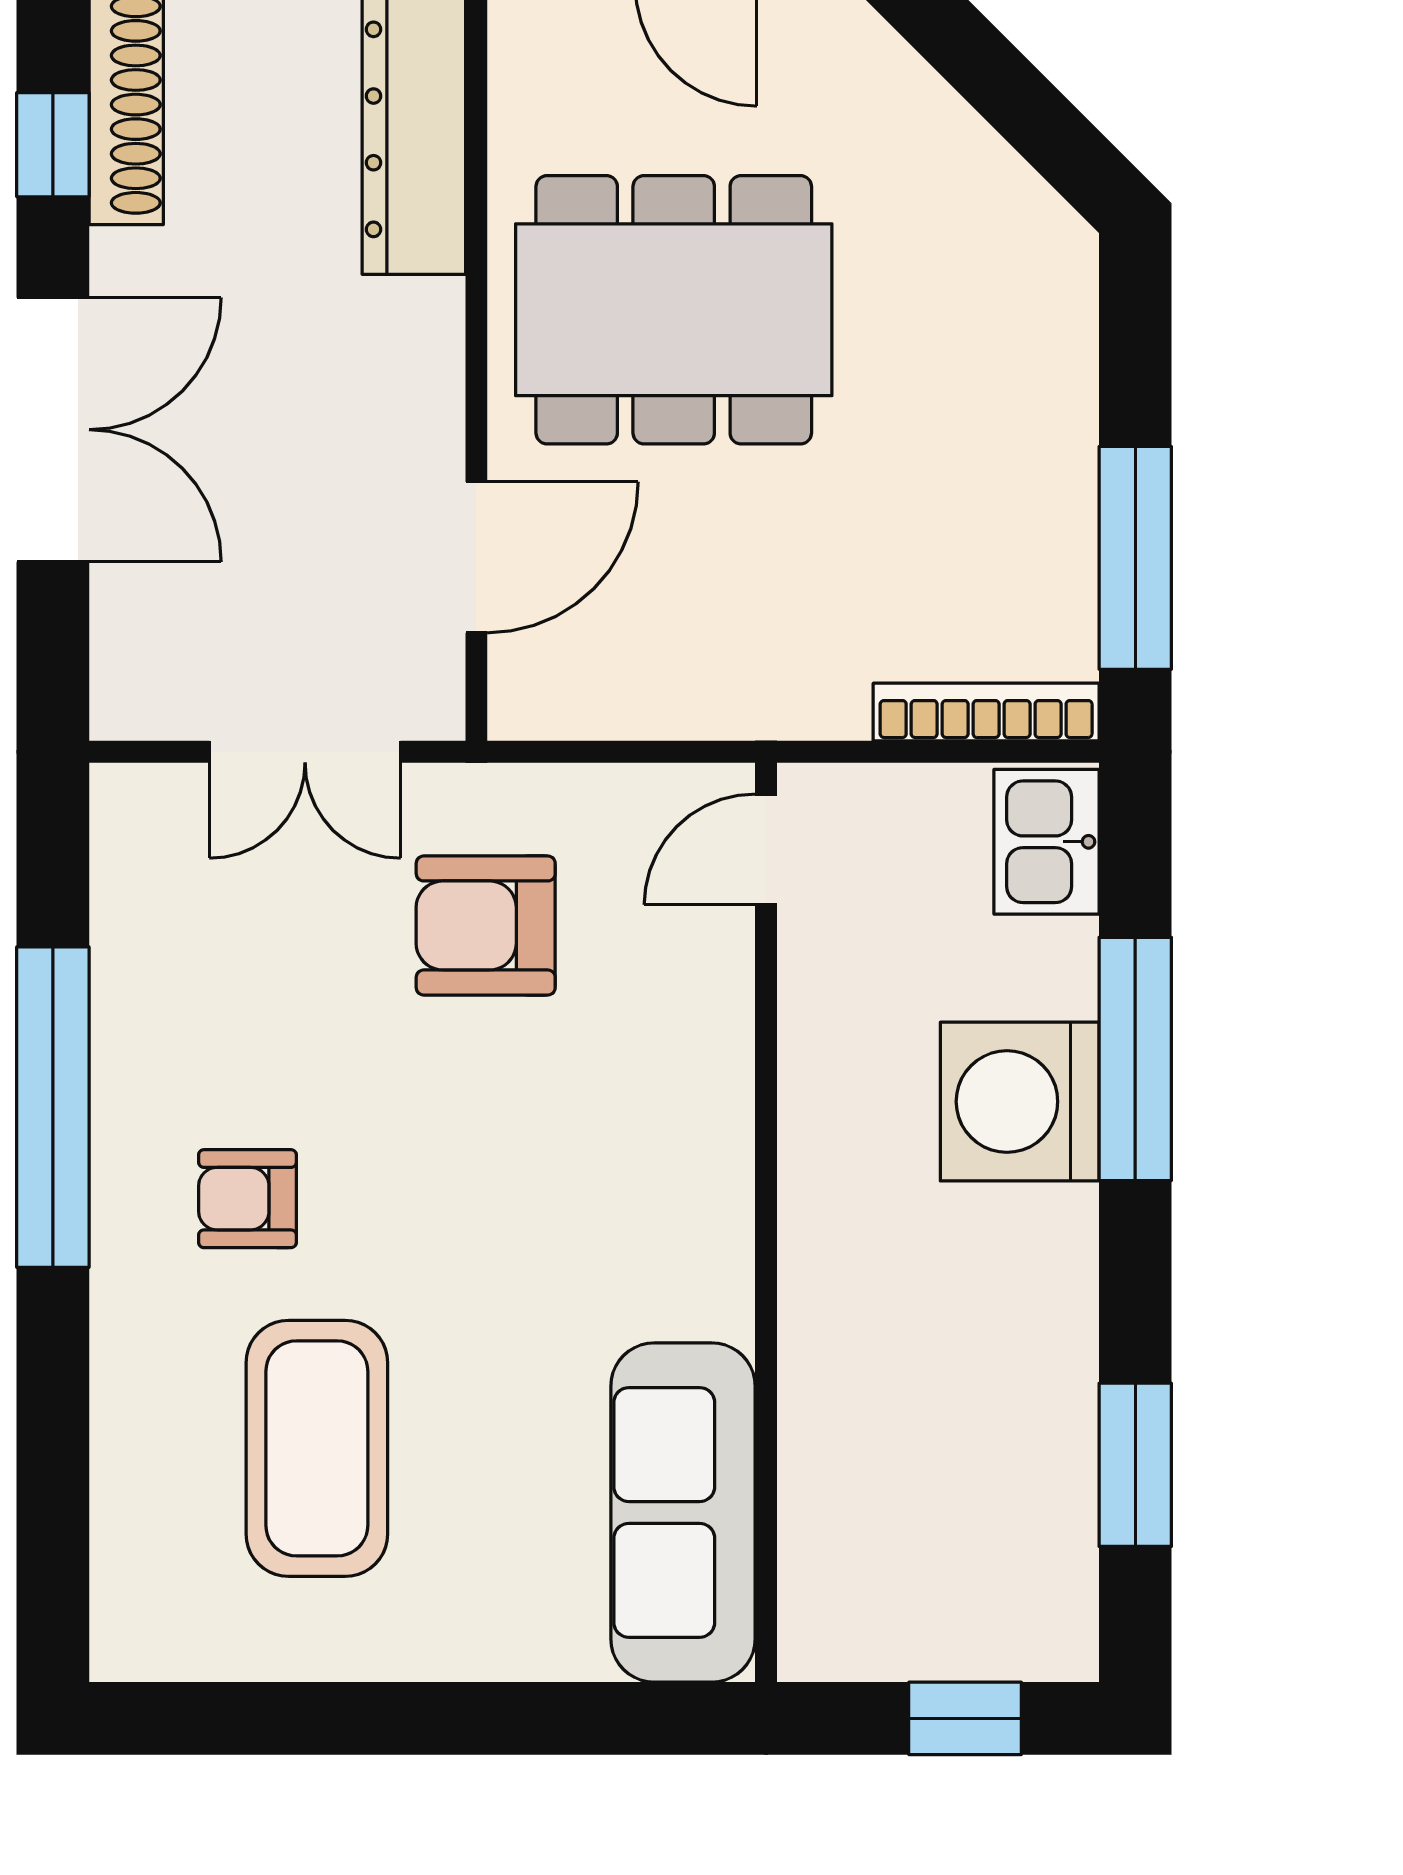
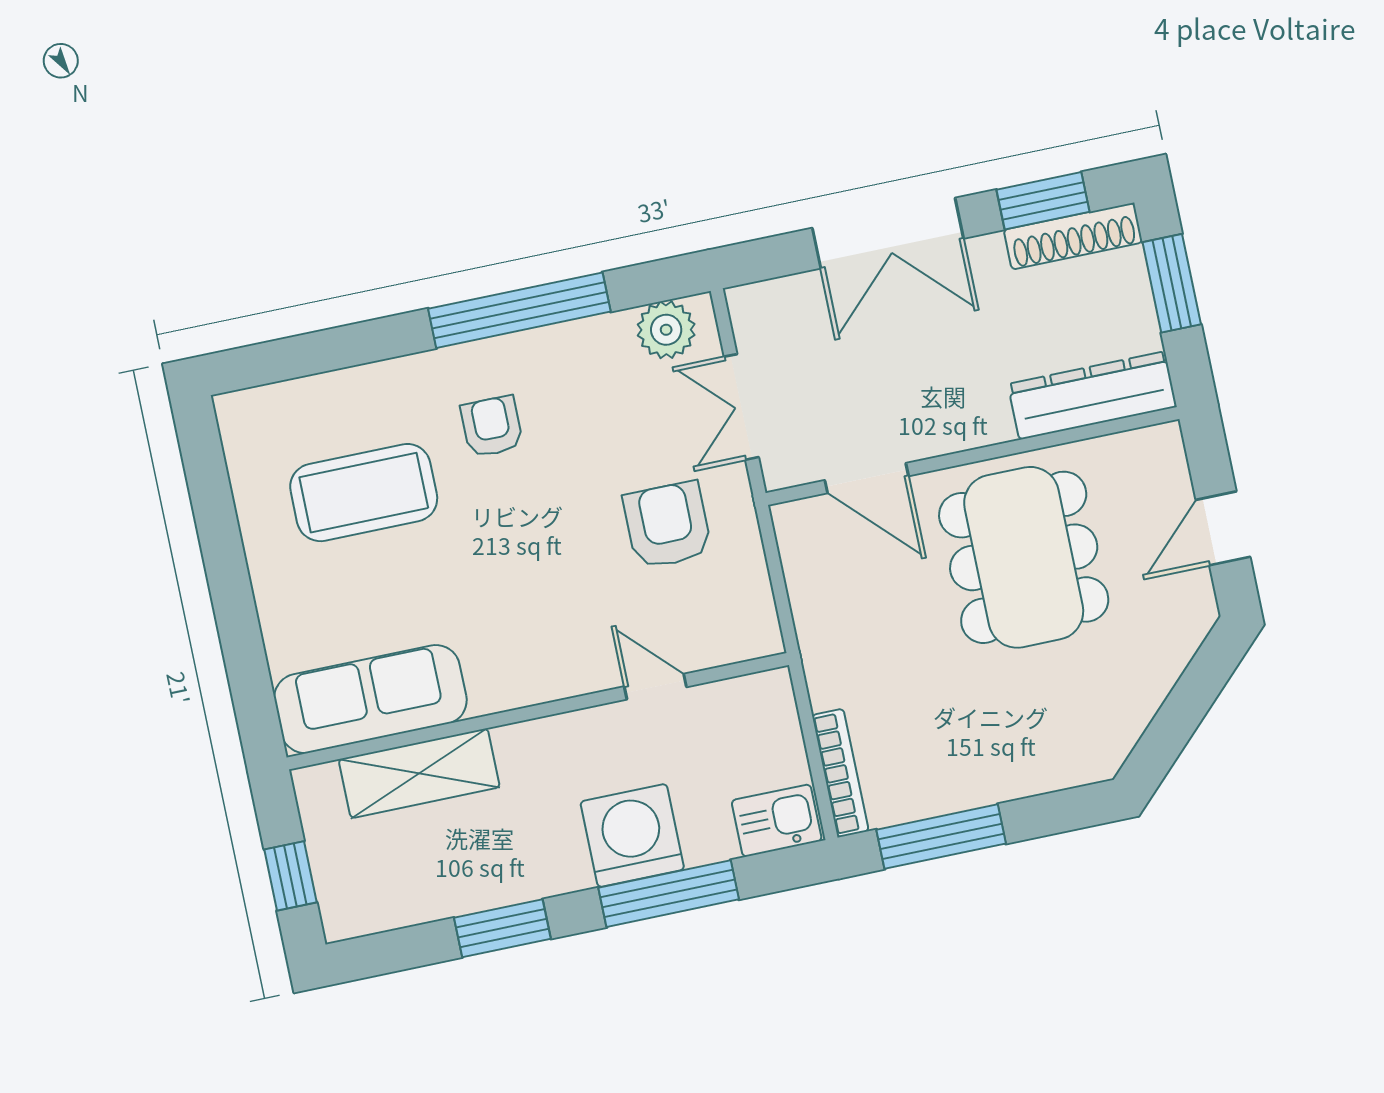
window: (53, 145) -> (1043, 201), width x1.50
door: (766, 849) -> (655, 687), moved
plant: (141, 856) -> (666, 330), added
shelving: (832, 1454) -> (419, 773), added
window: (1135, 1465) -> (502, 928), moved

